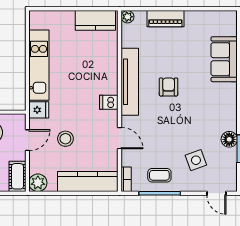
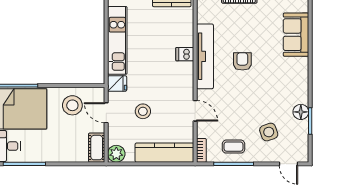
dishwasher: (109, 102) -> (185, 54), moved
door: (27, 140) -> (106, 113), swing flipped

